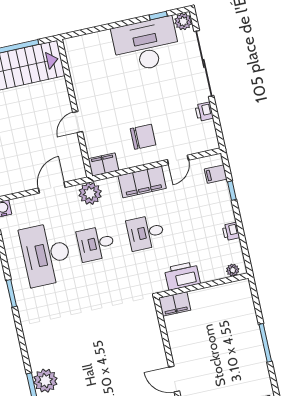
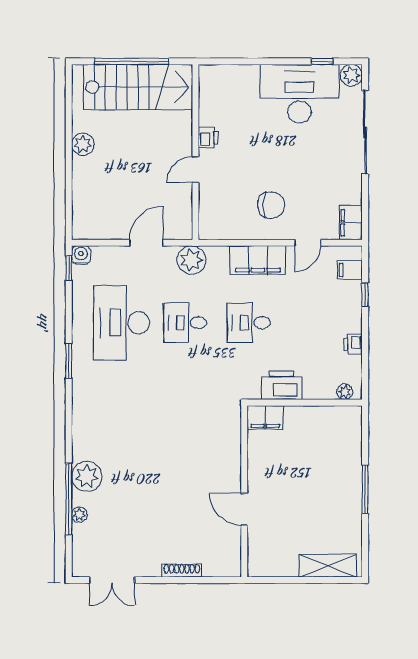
printer: (204, 112) -> (208, 137), moved, turned 180
filing cabinet: (103, 165) -> (351, 223), moved, turned -90

